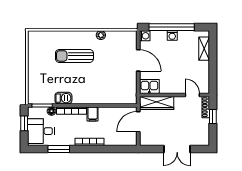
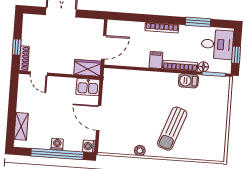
sun lounger: (74, 56) -> (172, 129), turned 110
wardrobe: (157, 103) -> (87, 68), width x0.67

